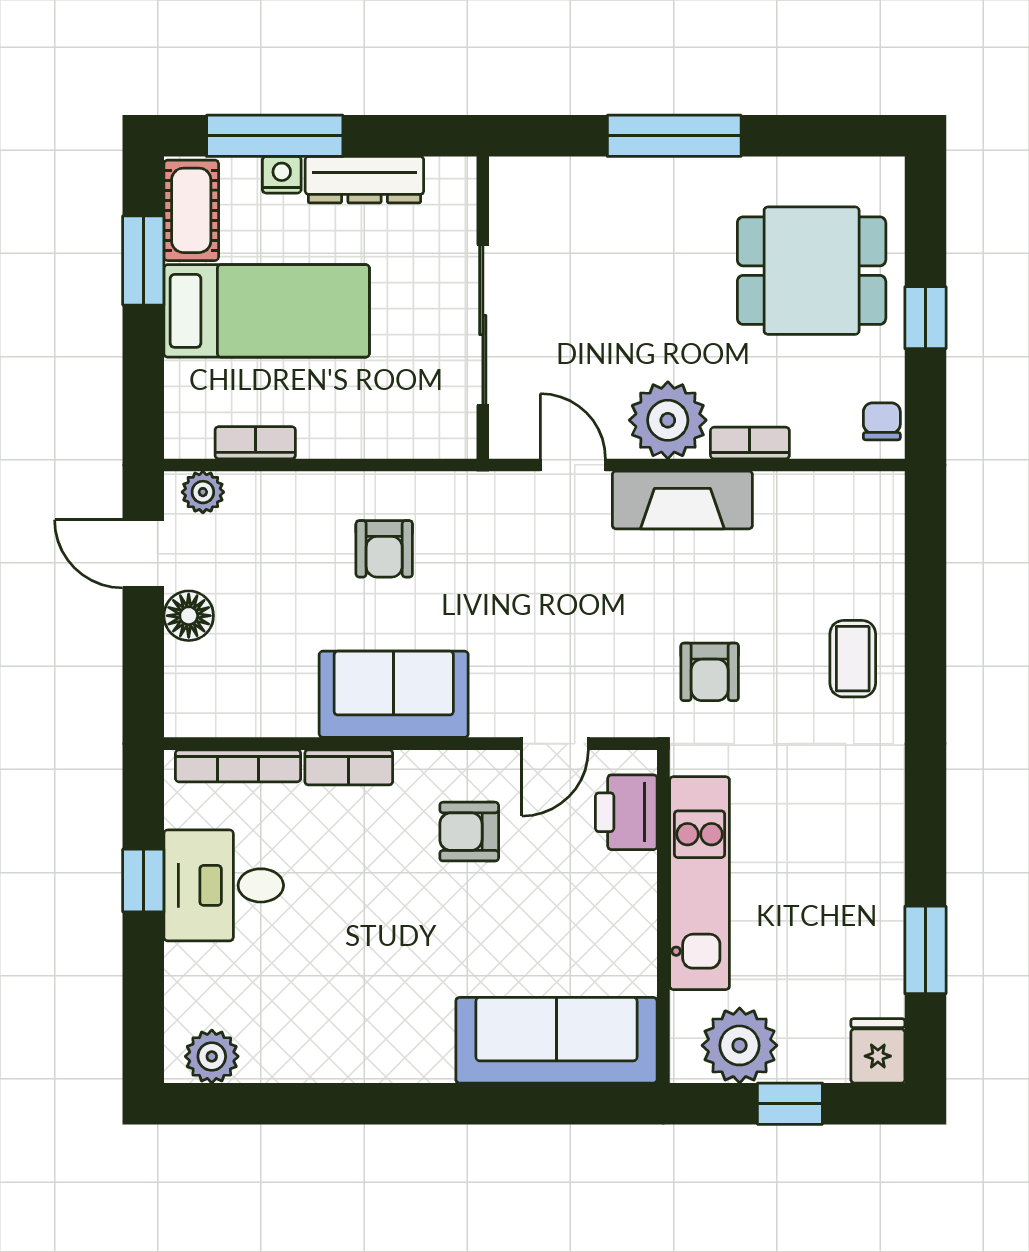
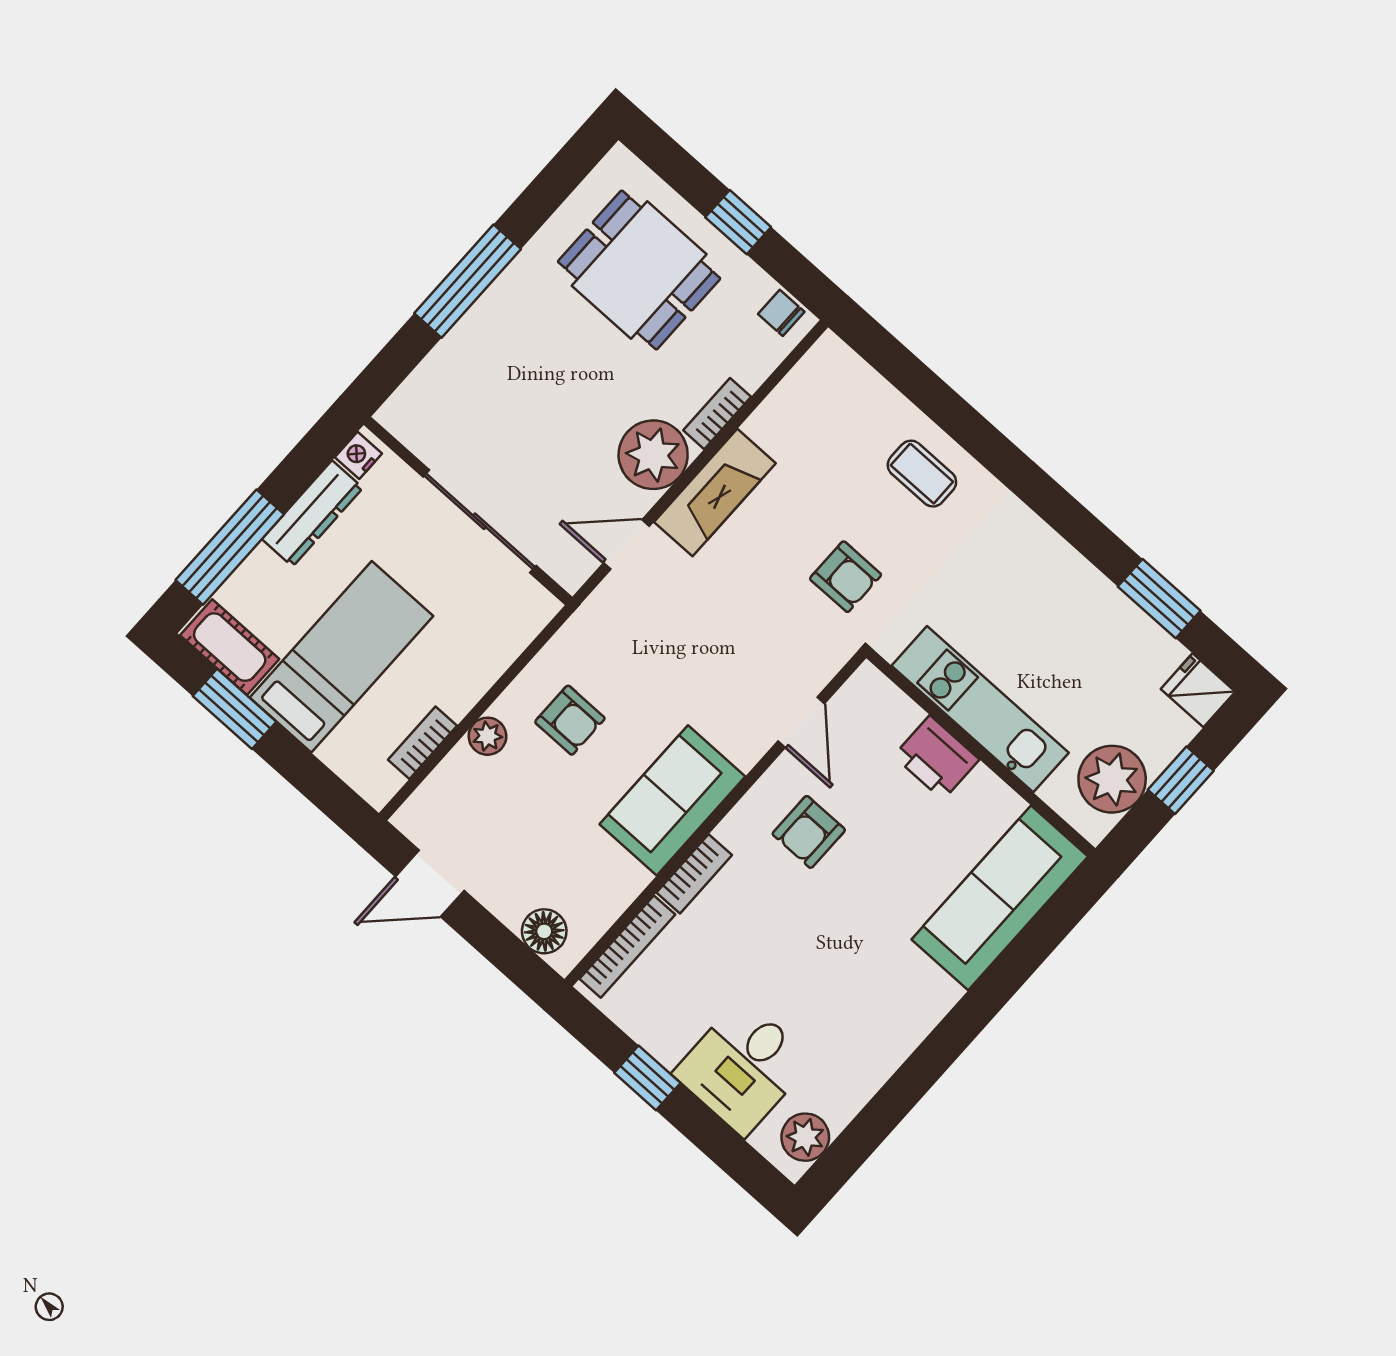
nightstand: (282, 175) -> (358, 455), moved
dining table: (812, 271) -> (639, 270), turned 90
plant: (203, 492) -> (487, 736), moved
floor lamp: (189, 616) -> (544, 931), moved
printer: (626, 812) -> (936, 758), moved
desk: (224, 885) -> (743, 1067), moved

